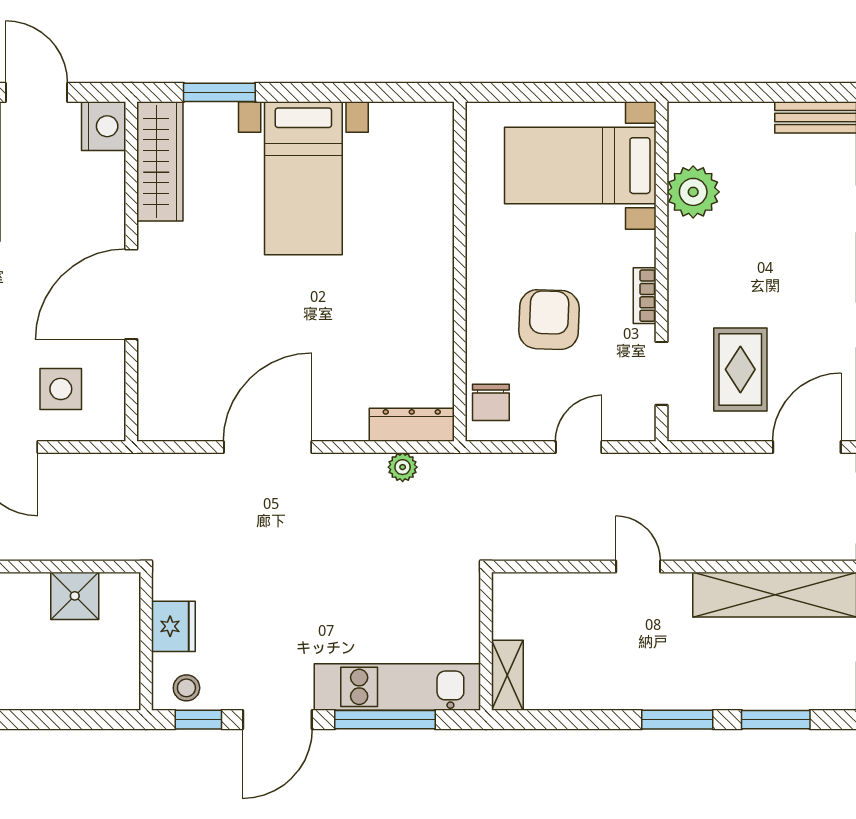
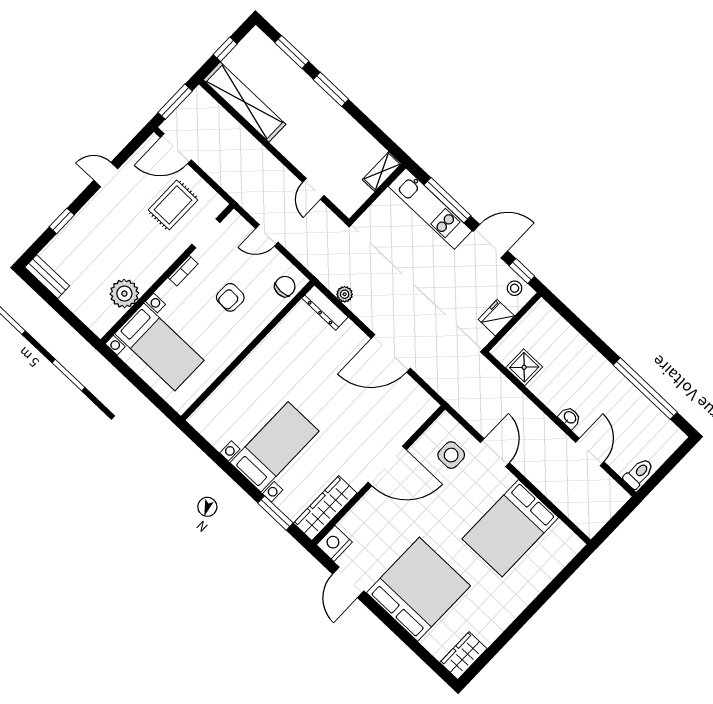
armchair: (549, 320) -> (230, 297), width x0.72, depth x0.72
door: (638, 567) -> (313, 189), moved

